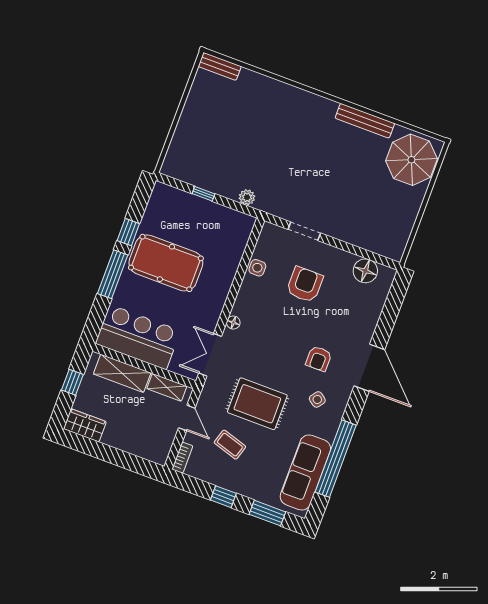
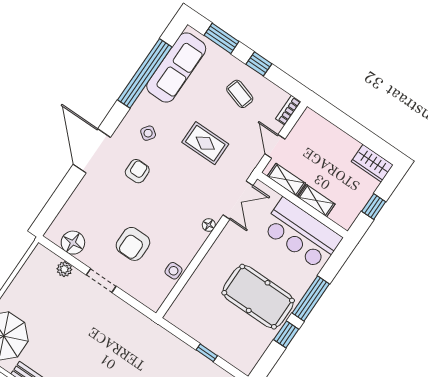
plant: (247, 197) -> (64, 269), moved
doorway: (304, 231) -> (101, 281), moved
shelving: (122, 373) -> (316, 201), width x0.67, depth x0.75
rug: (257, 404) -> (205, 143), width x0.73, depth x0.70
coffee table: (230, 445) -> (240, 94), moved

